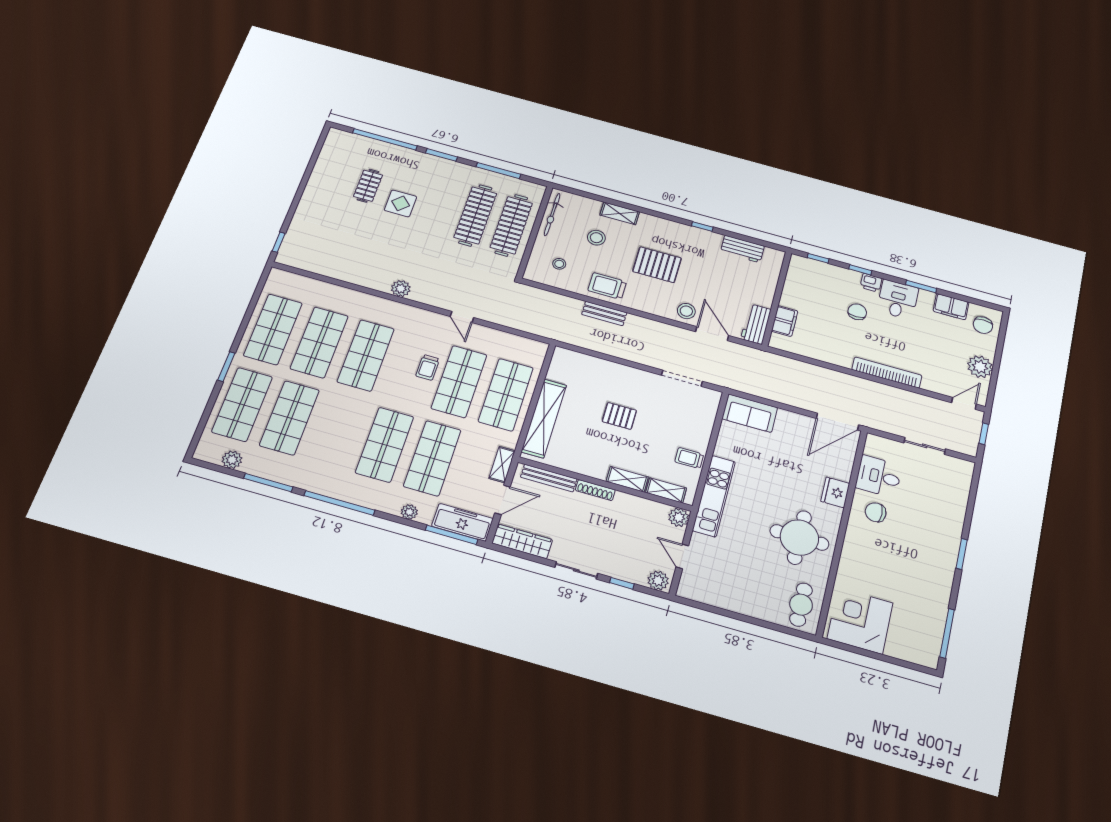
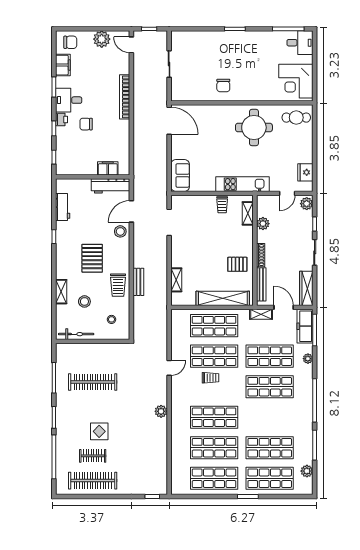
clothes rail: (511, 225) -> (93, 481), moved
workbench: (756, 324) -> (111, 186), width x1.38
pallet: (619, 416) -> (237, 264), moved, turned 90
desk: (879, 476) -> (300, 43), moved, turned -90
shelving: (627, 479) -> (176, 280), moved
fridge: (835, 492) -> (305, 172), moved, turned 90
plant: (679, 517) -> (263, 224), moved

